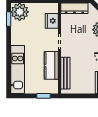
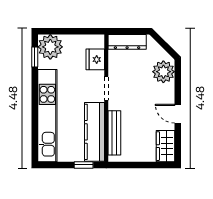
kitchen counter: (51, 65) -> (95, 132), width x1.50
kitchen unit: (18, 70) -> (47, 116), width x1.36

